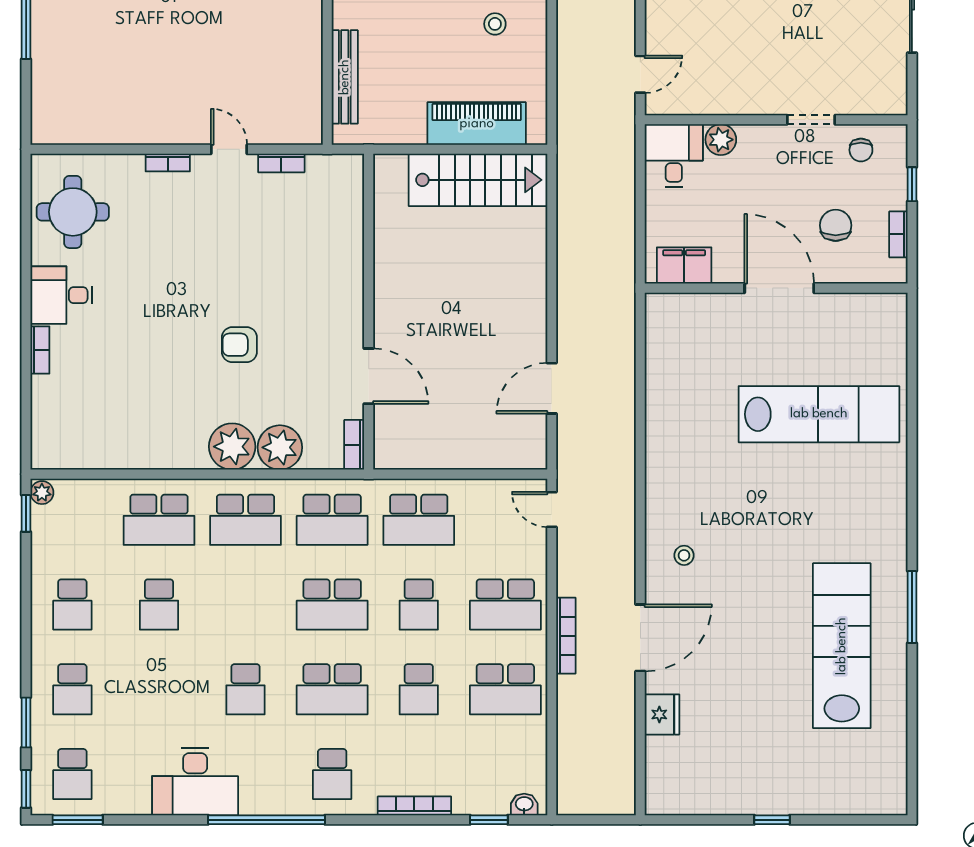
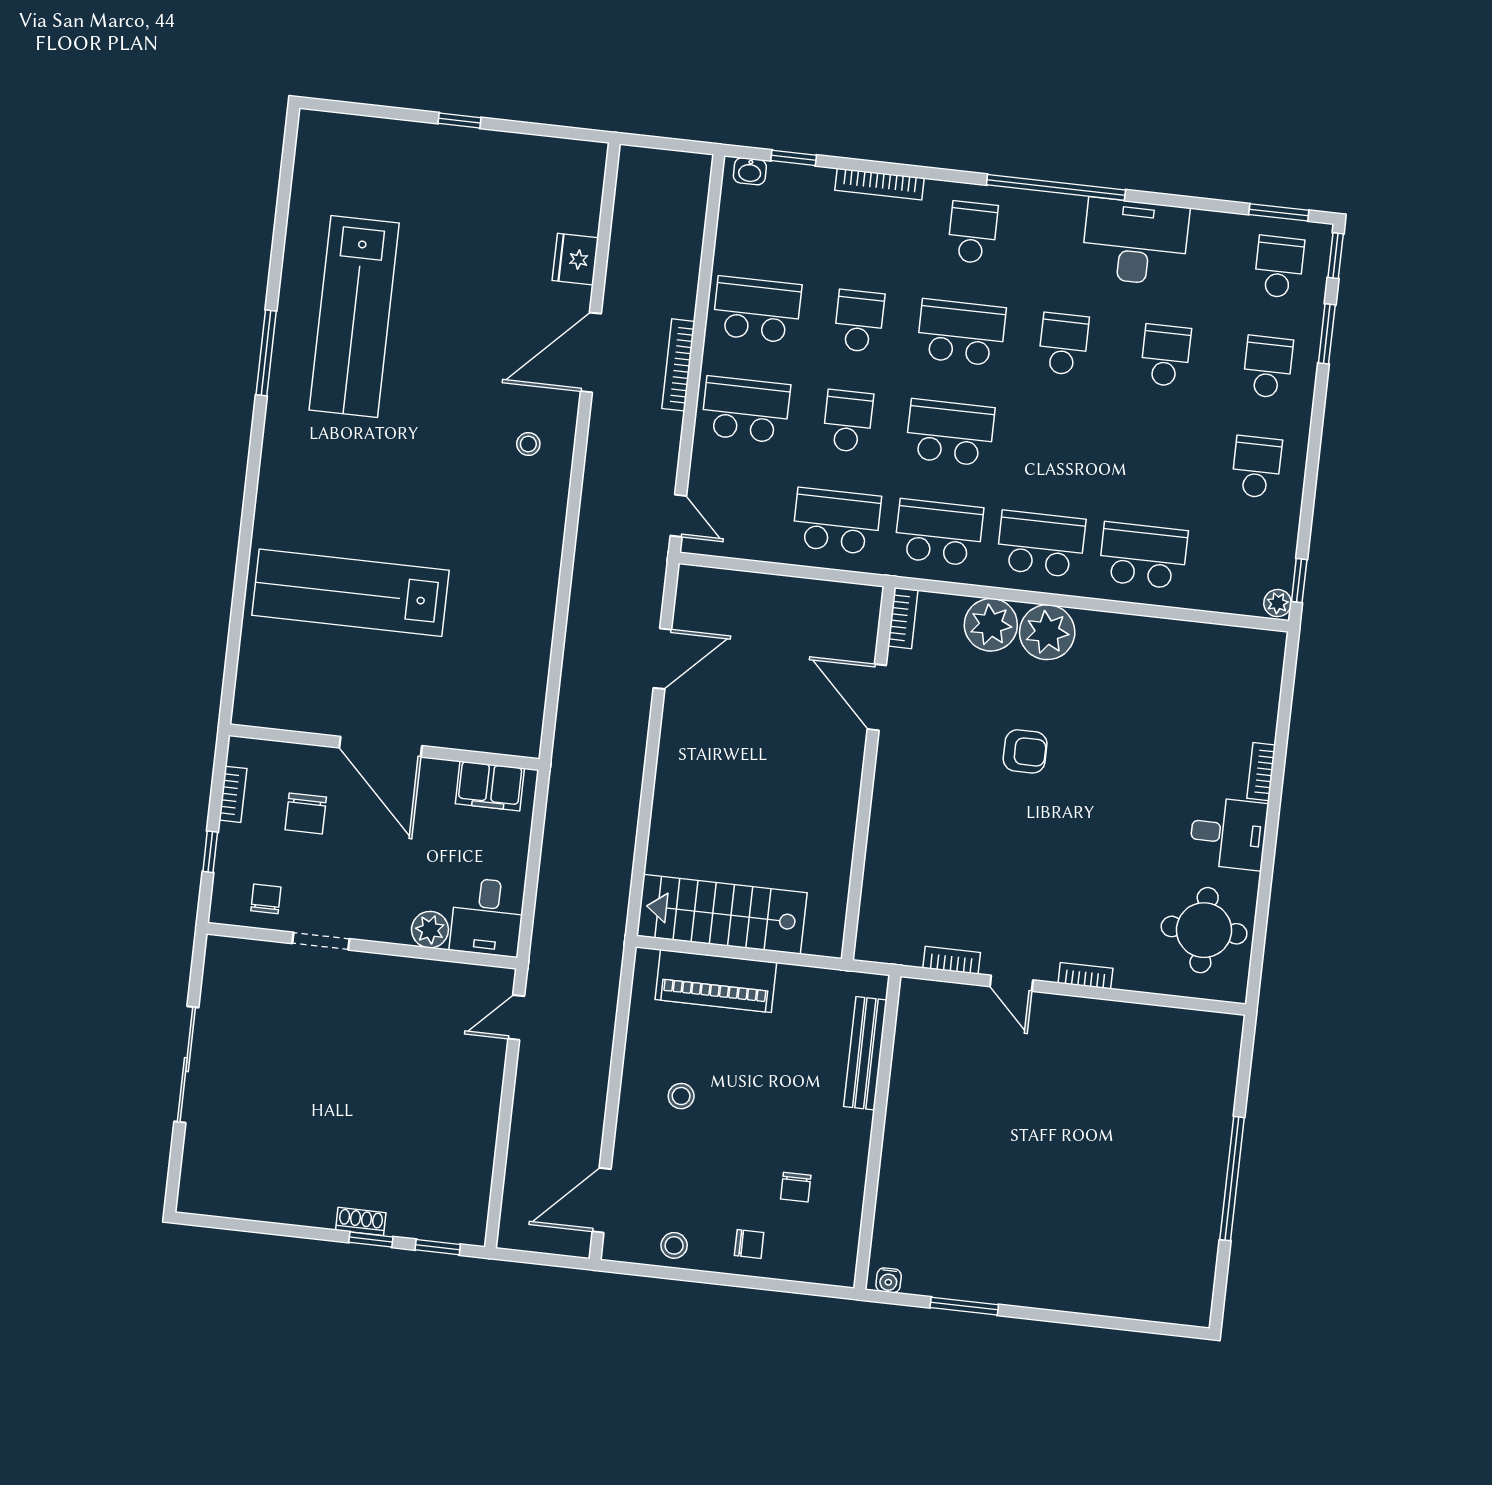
school desk: (159, 605) -> (1166, 355), moved

